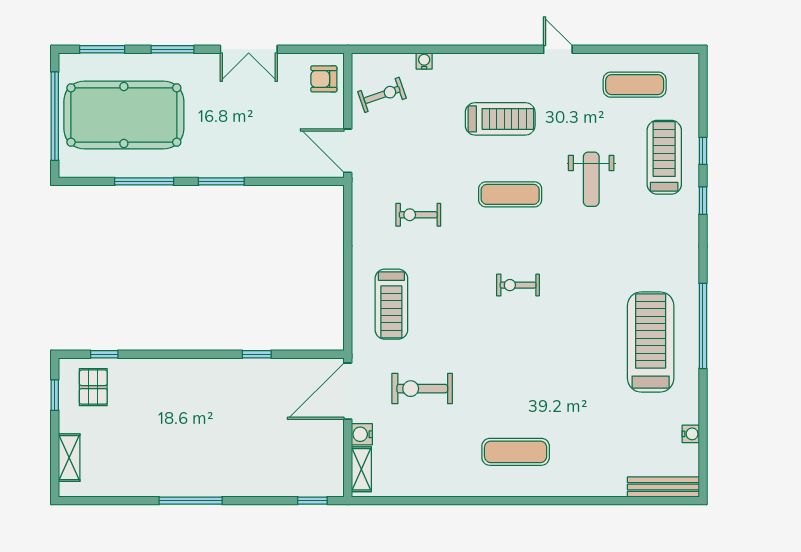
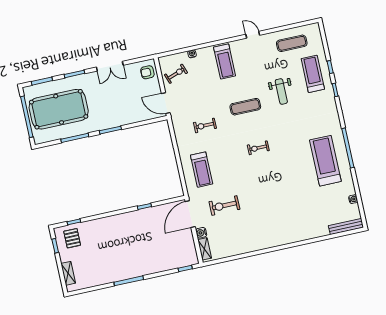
treadmill: (500, 119) -> (225, 61), moved, turned 90
exercise mat: (516, 452) -> (274, 225), removed

